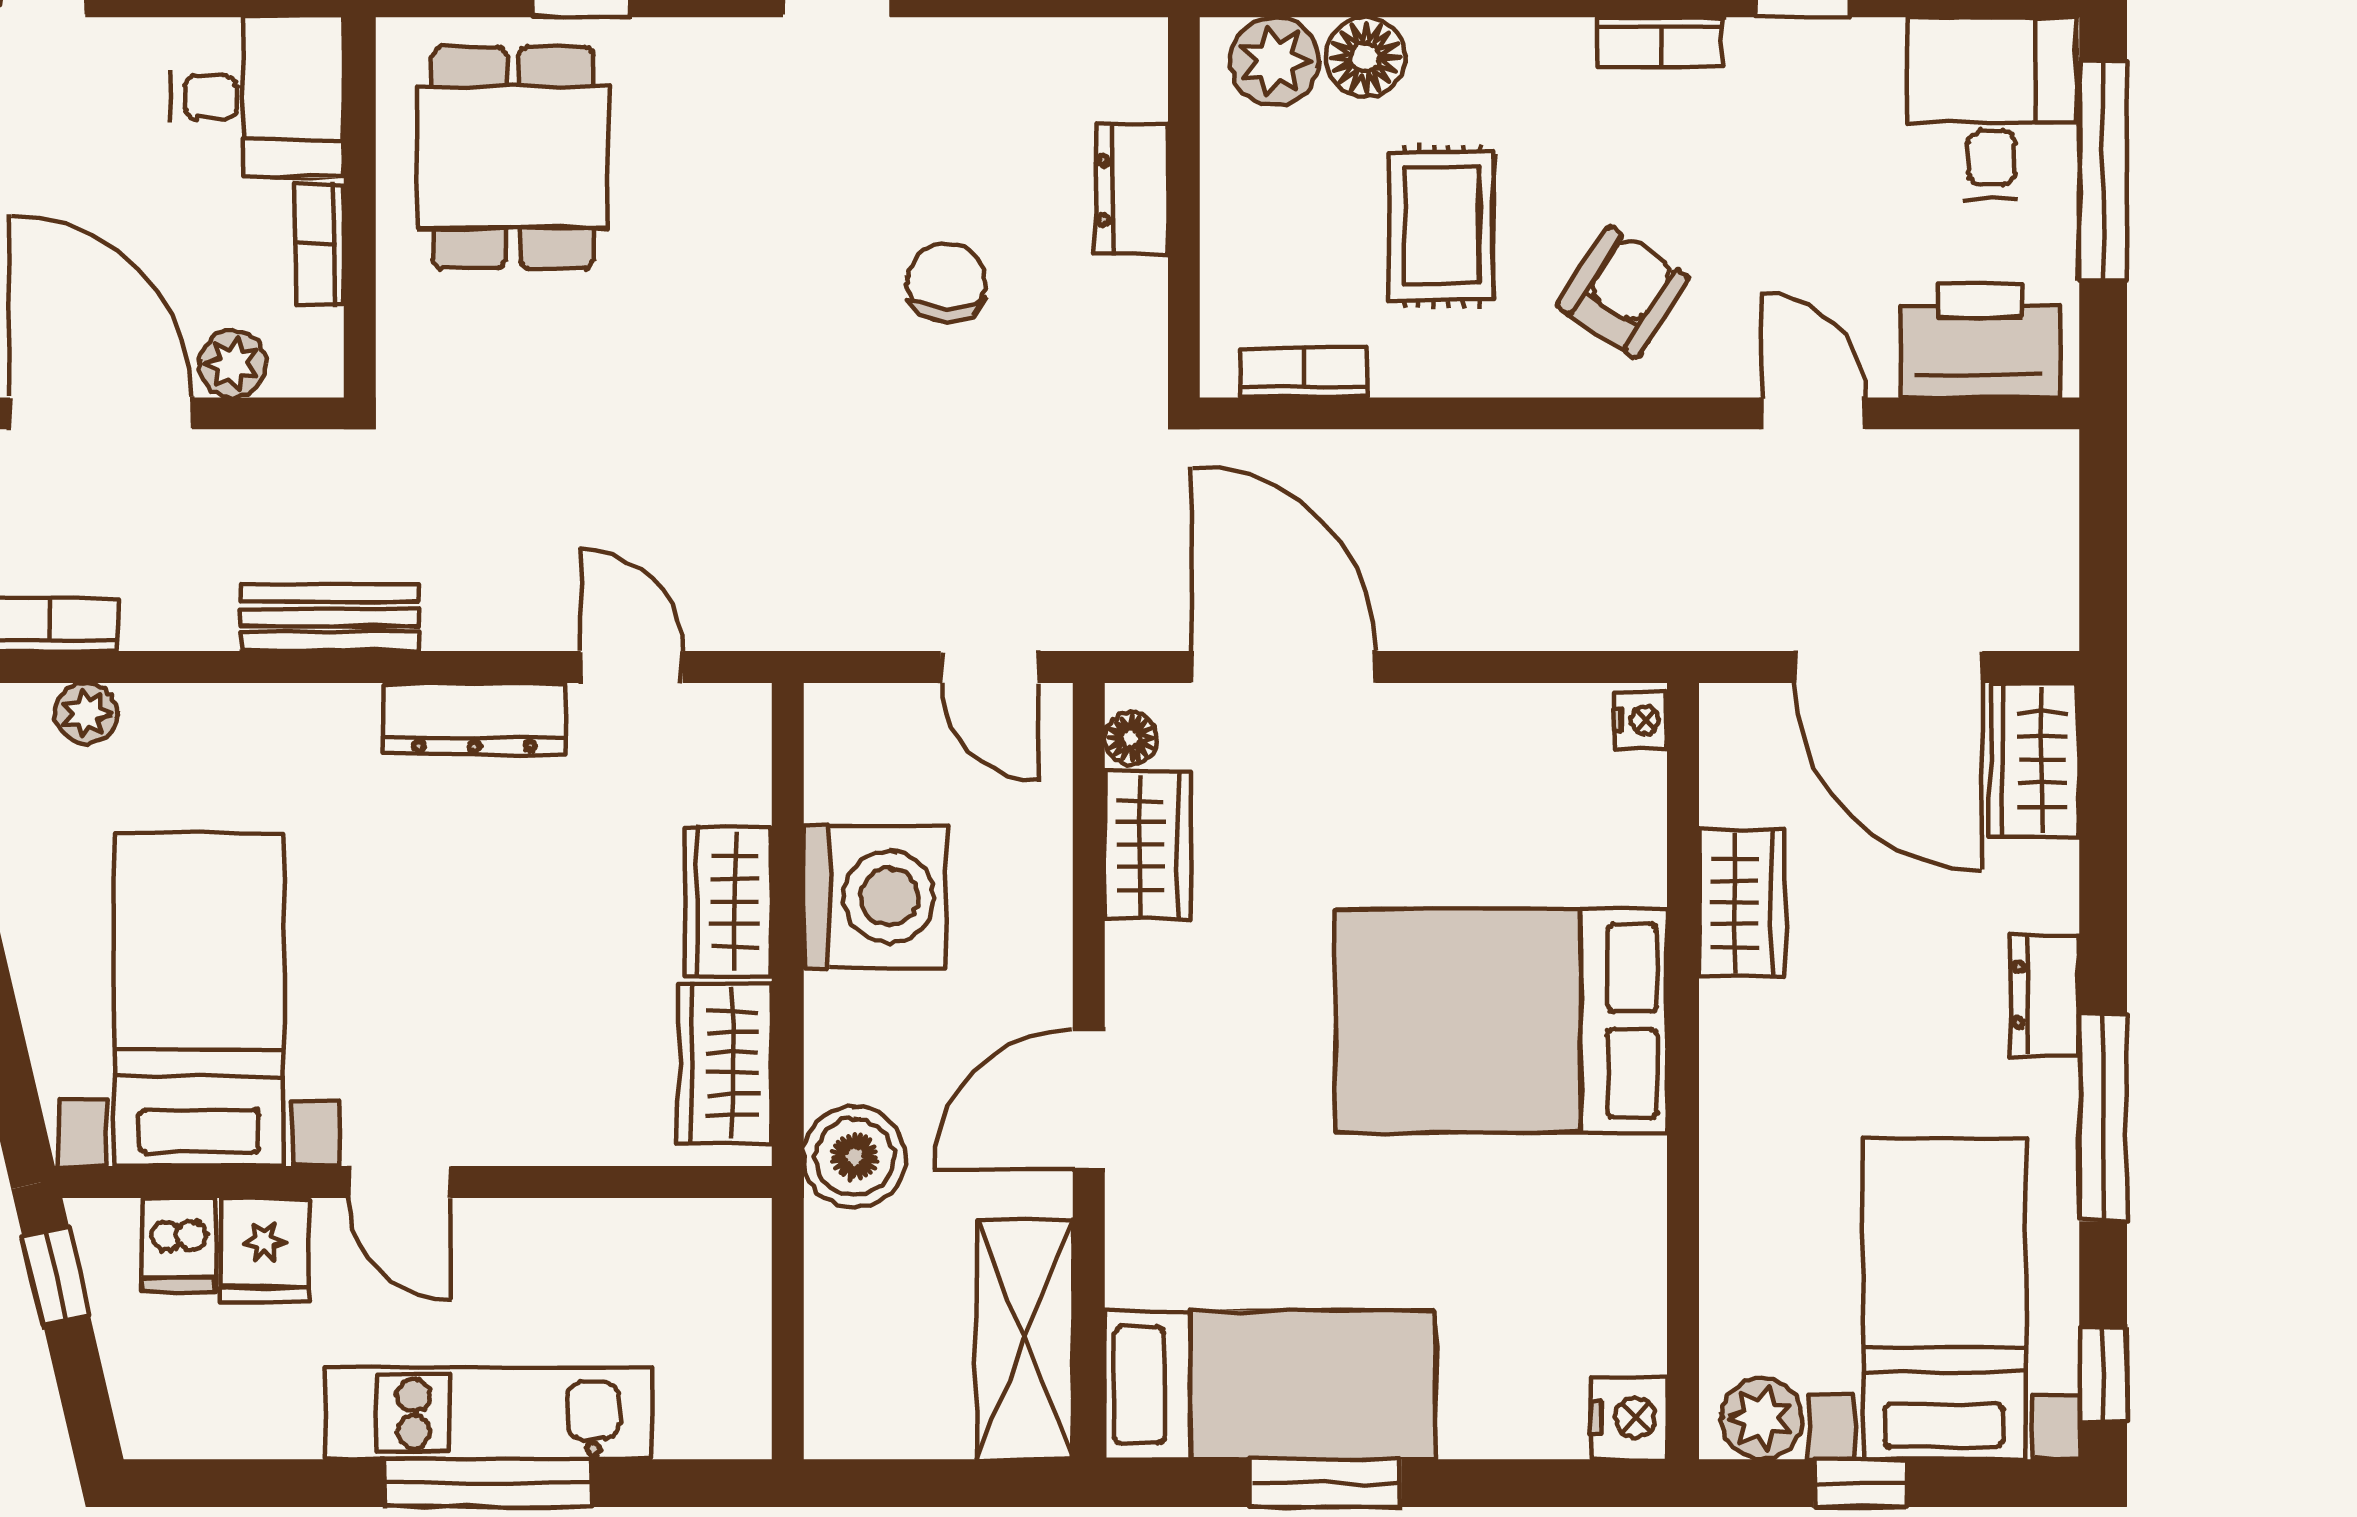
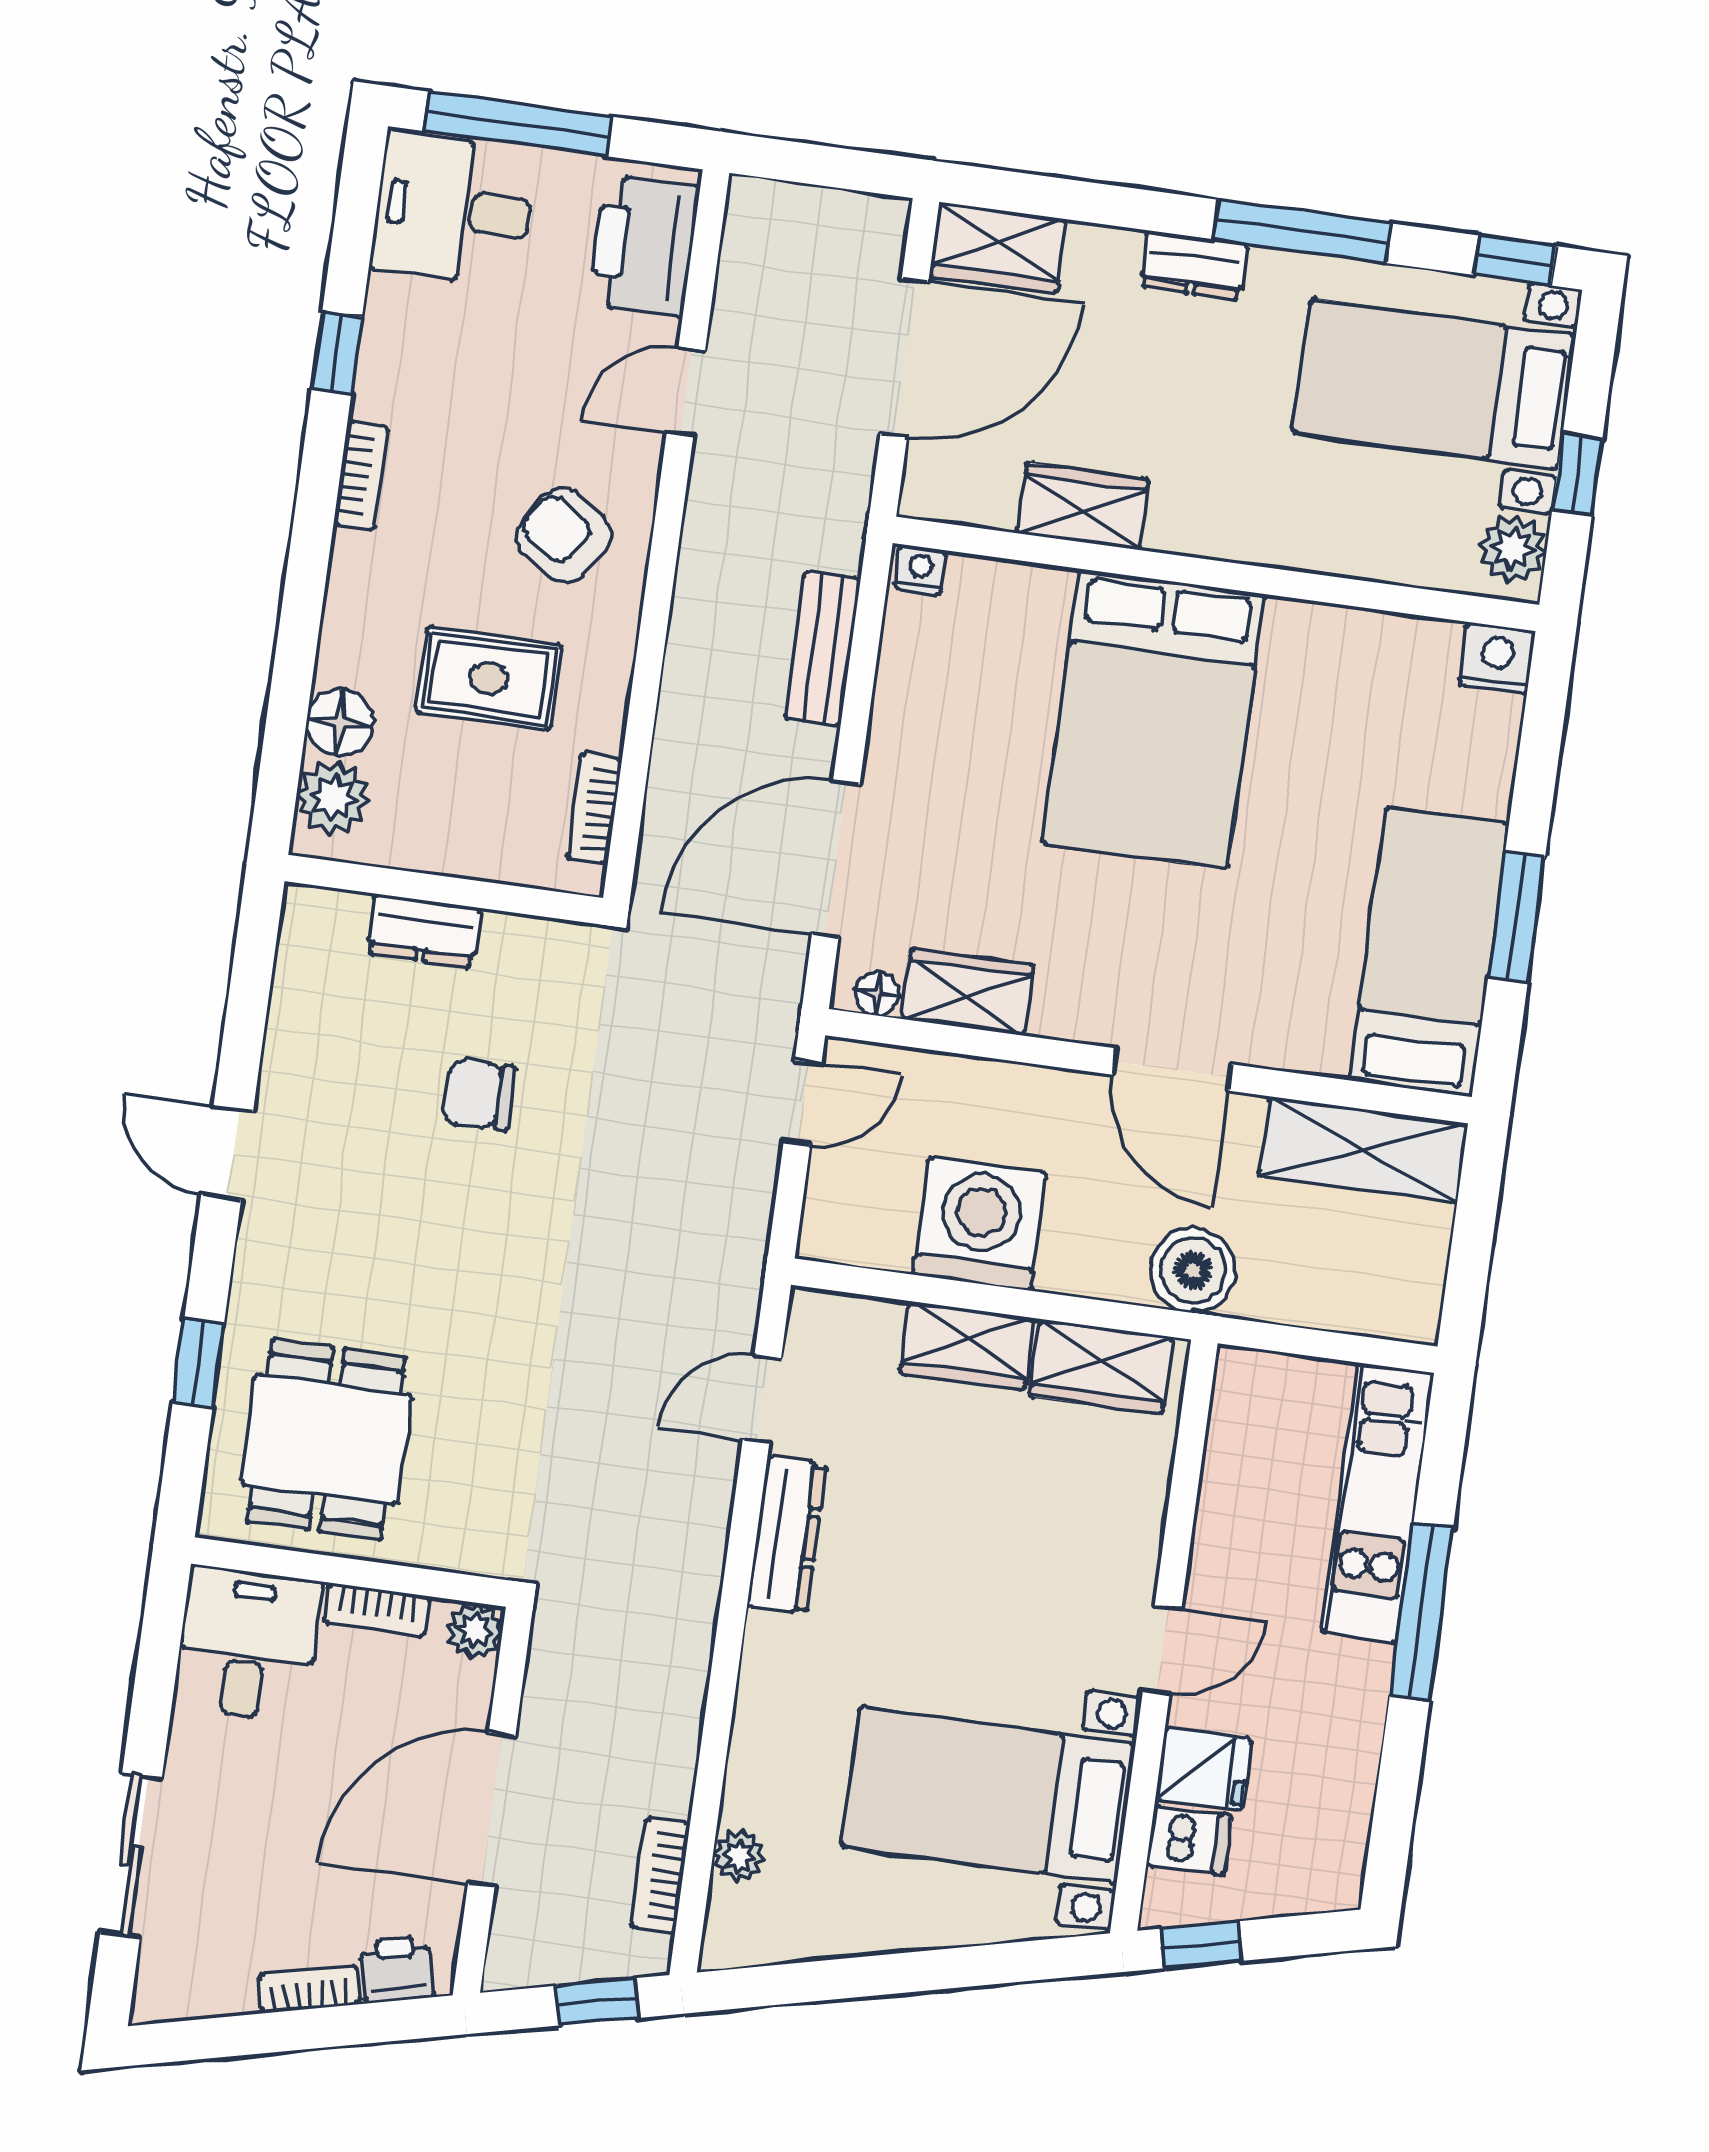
dining table: (513, 157) -> (326, 1439), turned 90
plant: (232, 364) -> (474, 1631), moved
bench: (330, 617) -> (823, 649), moved
kitchen unit: (489, 1413) -> (1377, 1503), moved

